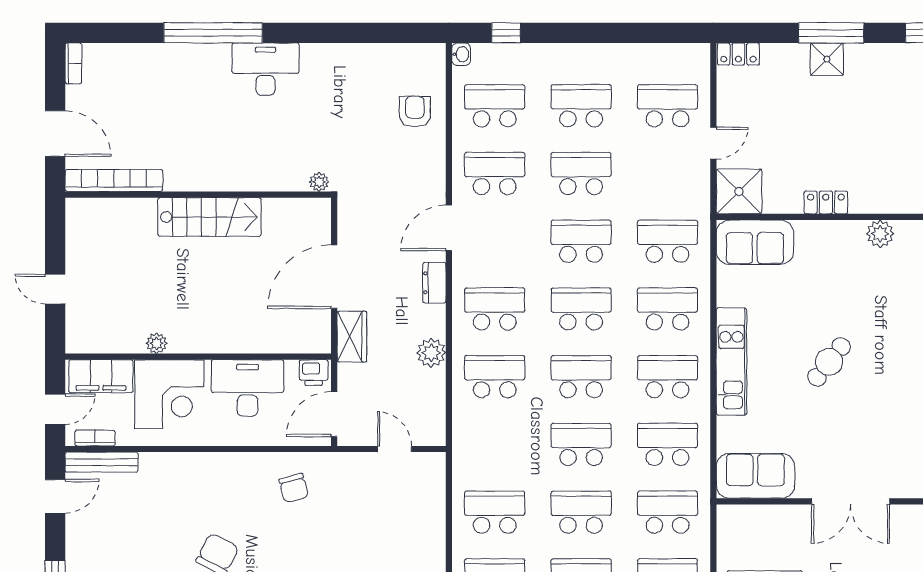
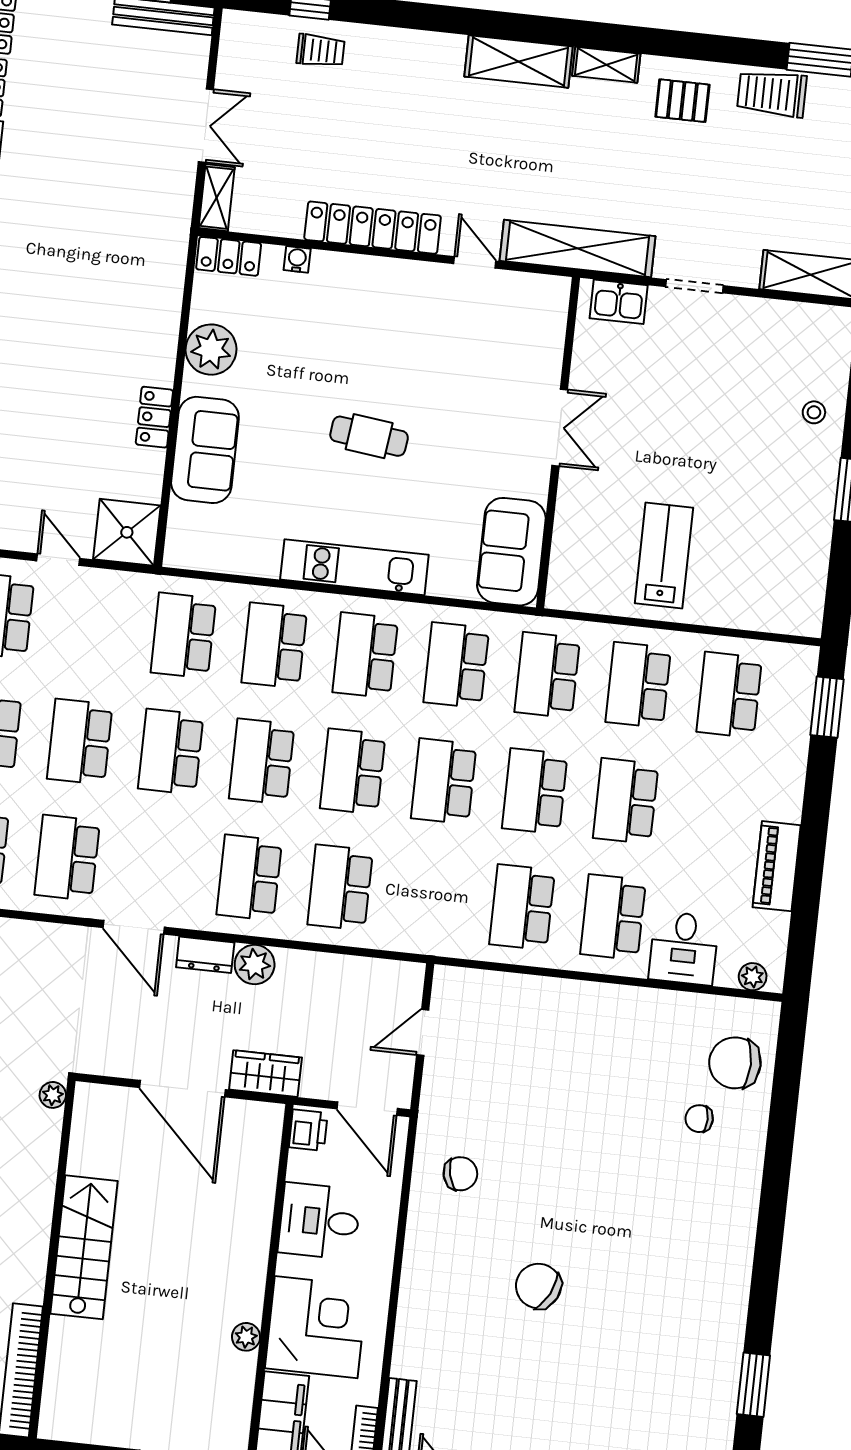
plant: (880, 234) -> (211, 350), width x1.36, depth x1.36
sofa: (755, 242) -> (205, 450), moved
plant: (431, 353) -> (255, 964), moved
cafe table: (829, 362) -> (369, 436), turned -31
desk: (248, 388) -> (319, 1221), width x0.73
double door: (851, 501) -> (560, 428), width x0.73

